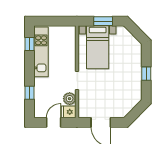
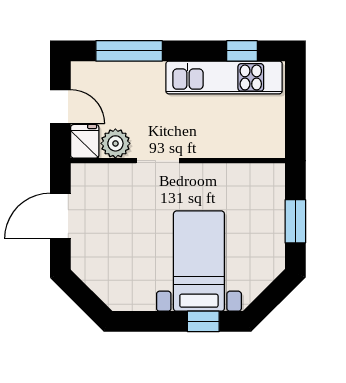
bed with nightstands: (98, 47) -> (199, 261), moved, turned 90
window: (146, 74) -> (203, 321), moved
window: (30, 93) -> (129, 51), width x2.17

